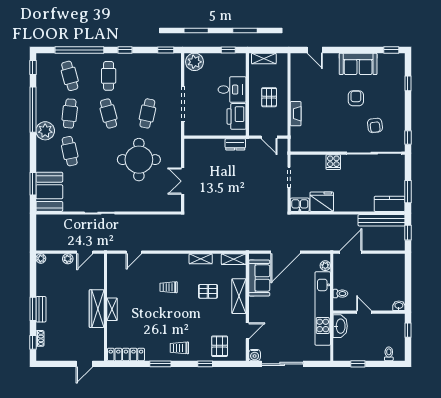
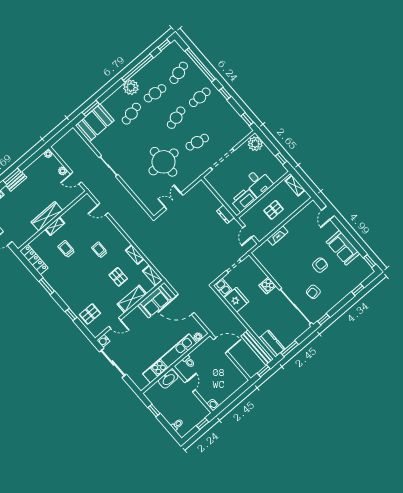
trolley: (179, 348) -> (66, 249), moved

